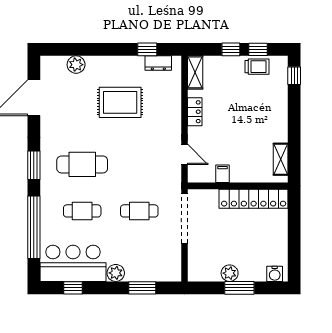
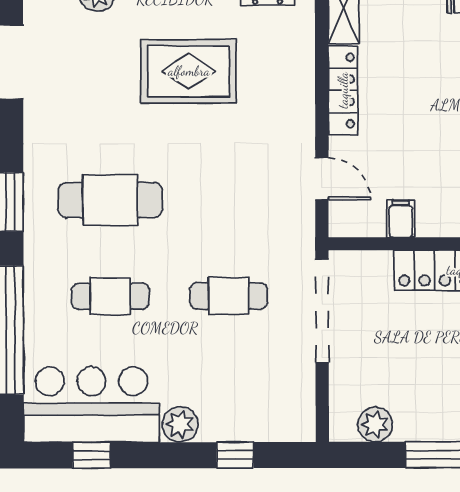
locker: (195, 112) -> (343, 90), width x1.53
plant: (230, 273) -> (375, 425), moved
window: (142, 288) -> (235, 455), width x0.67

